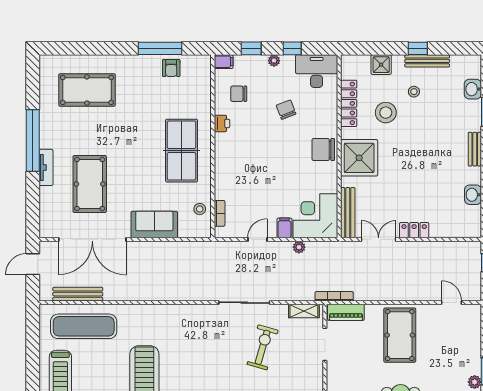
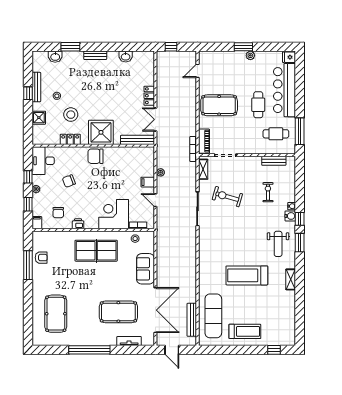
locker: (349, 103) -> (70, 139), width x0.66
chair: (323, 150) -> (95, 156), turned 90
tv unit: (46, 167) -> (129, 341), moved
corner desk: (315, 216) -> (114, 214), moved, turned 90

